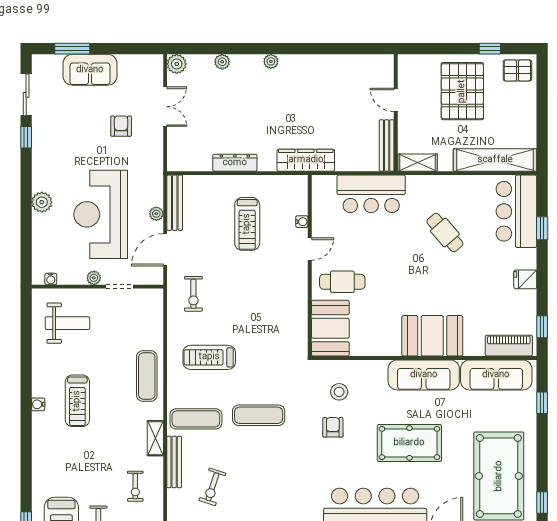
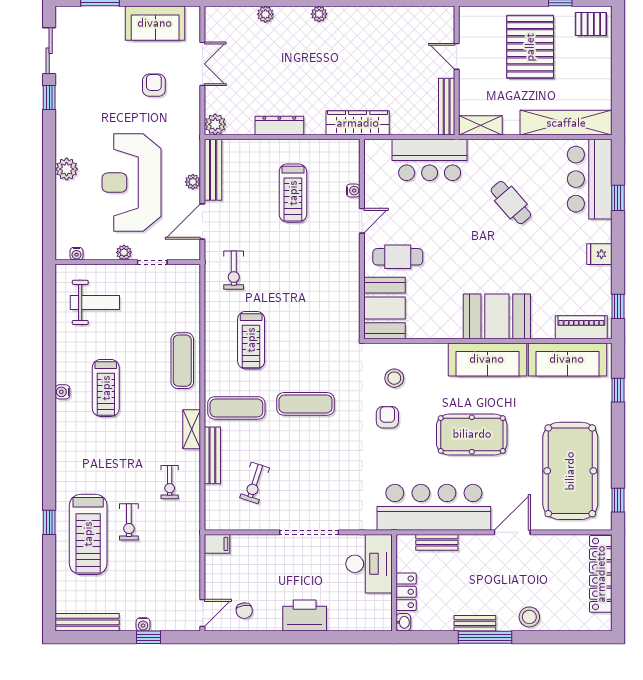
plant: (177, 64) -> (215, 124), moved
sofa: (90, 70) -> (155, 23), moved
treadmill: (209, 357) -> (251, 340), turned -90

